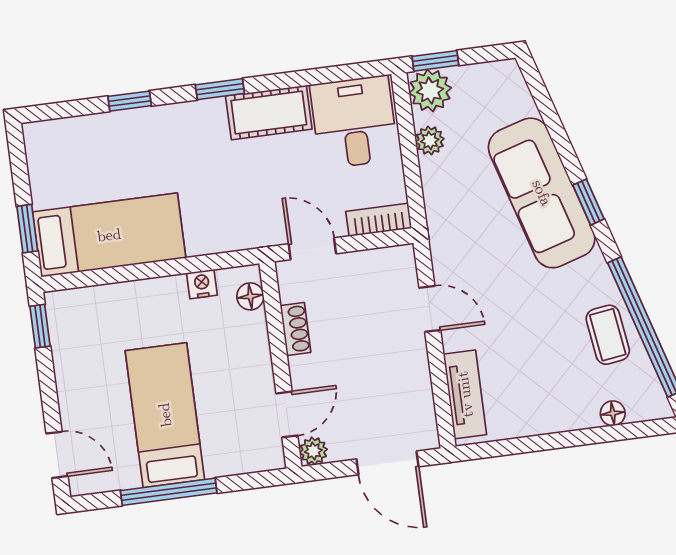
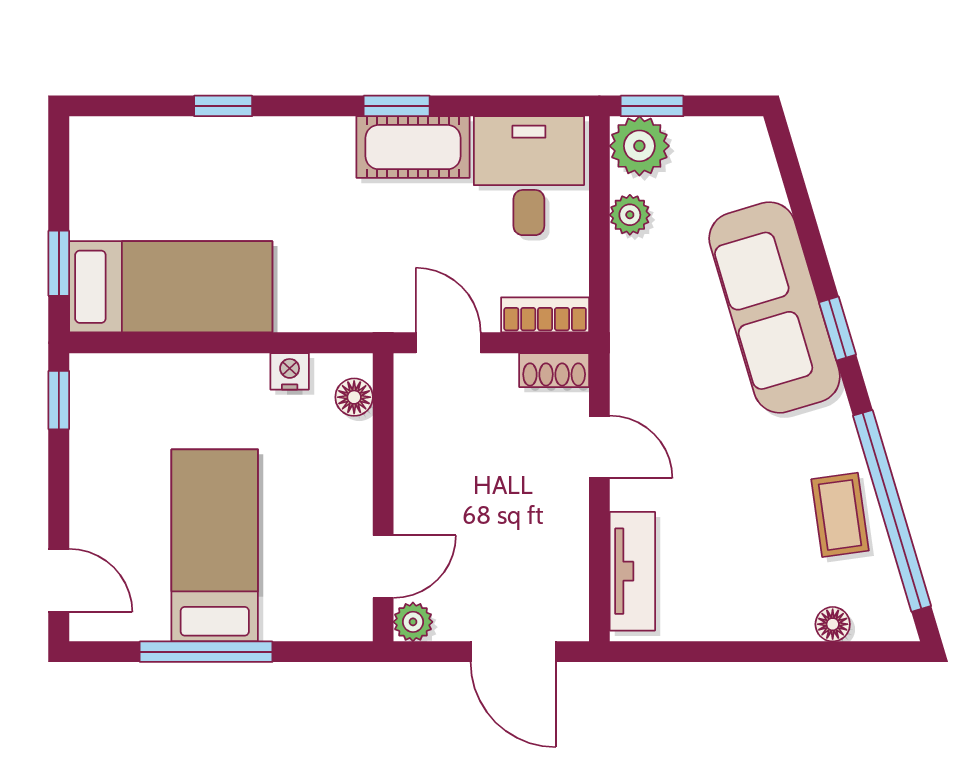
window: (220, 89) -> (397, 106), moved
shoe rack: (295, 329) -> (554, 370), moved, turned 90

